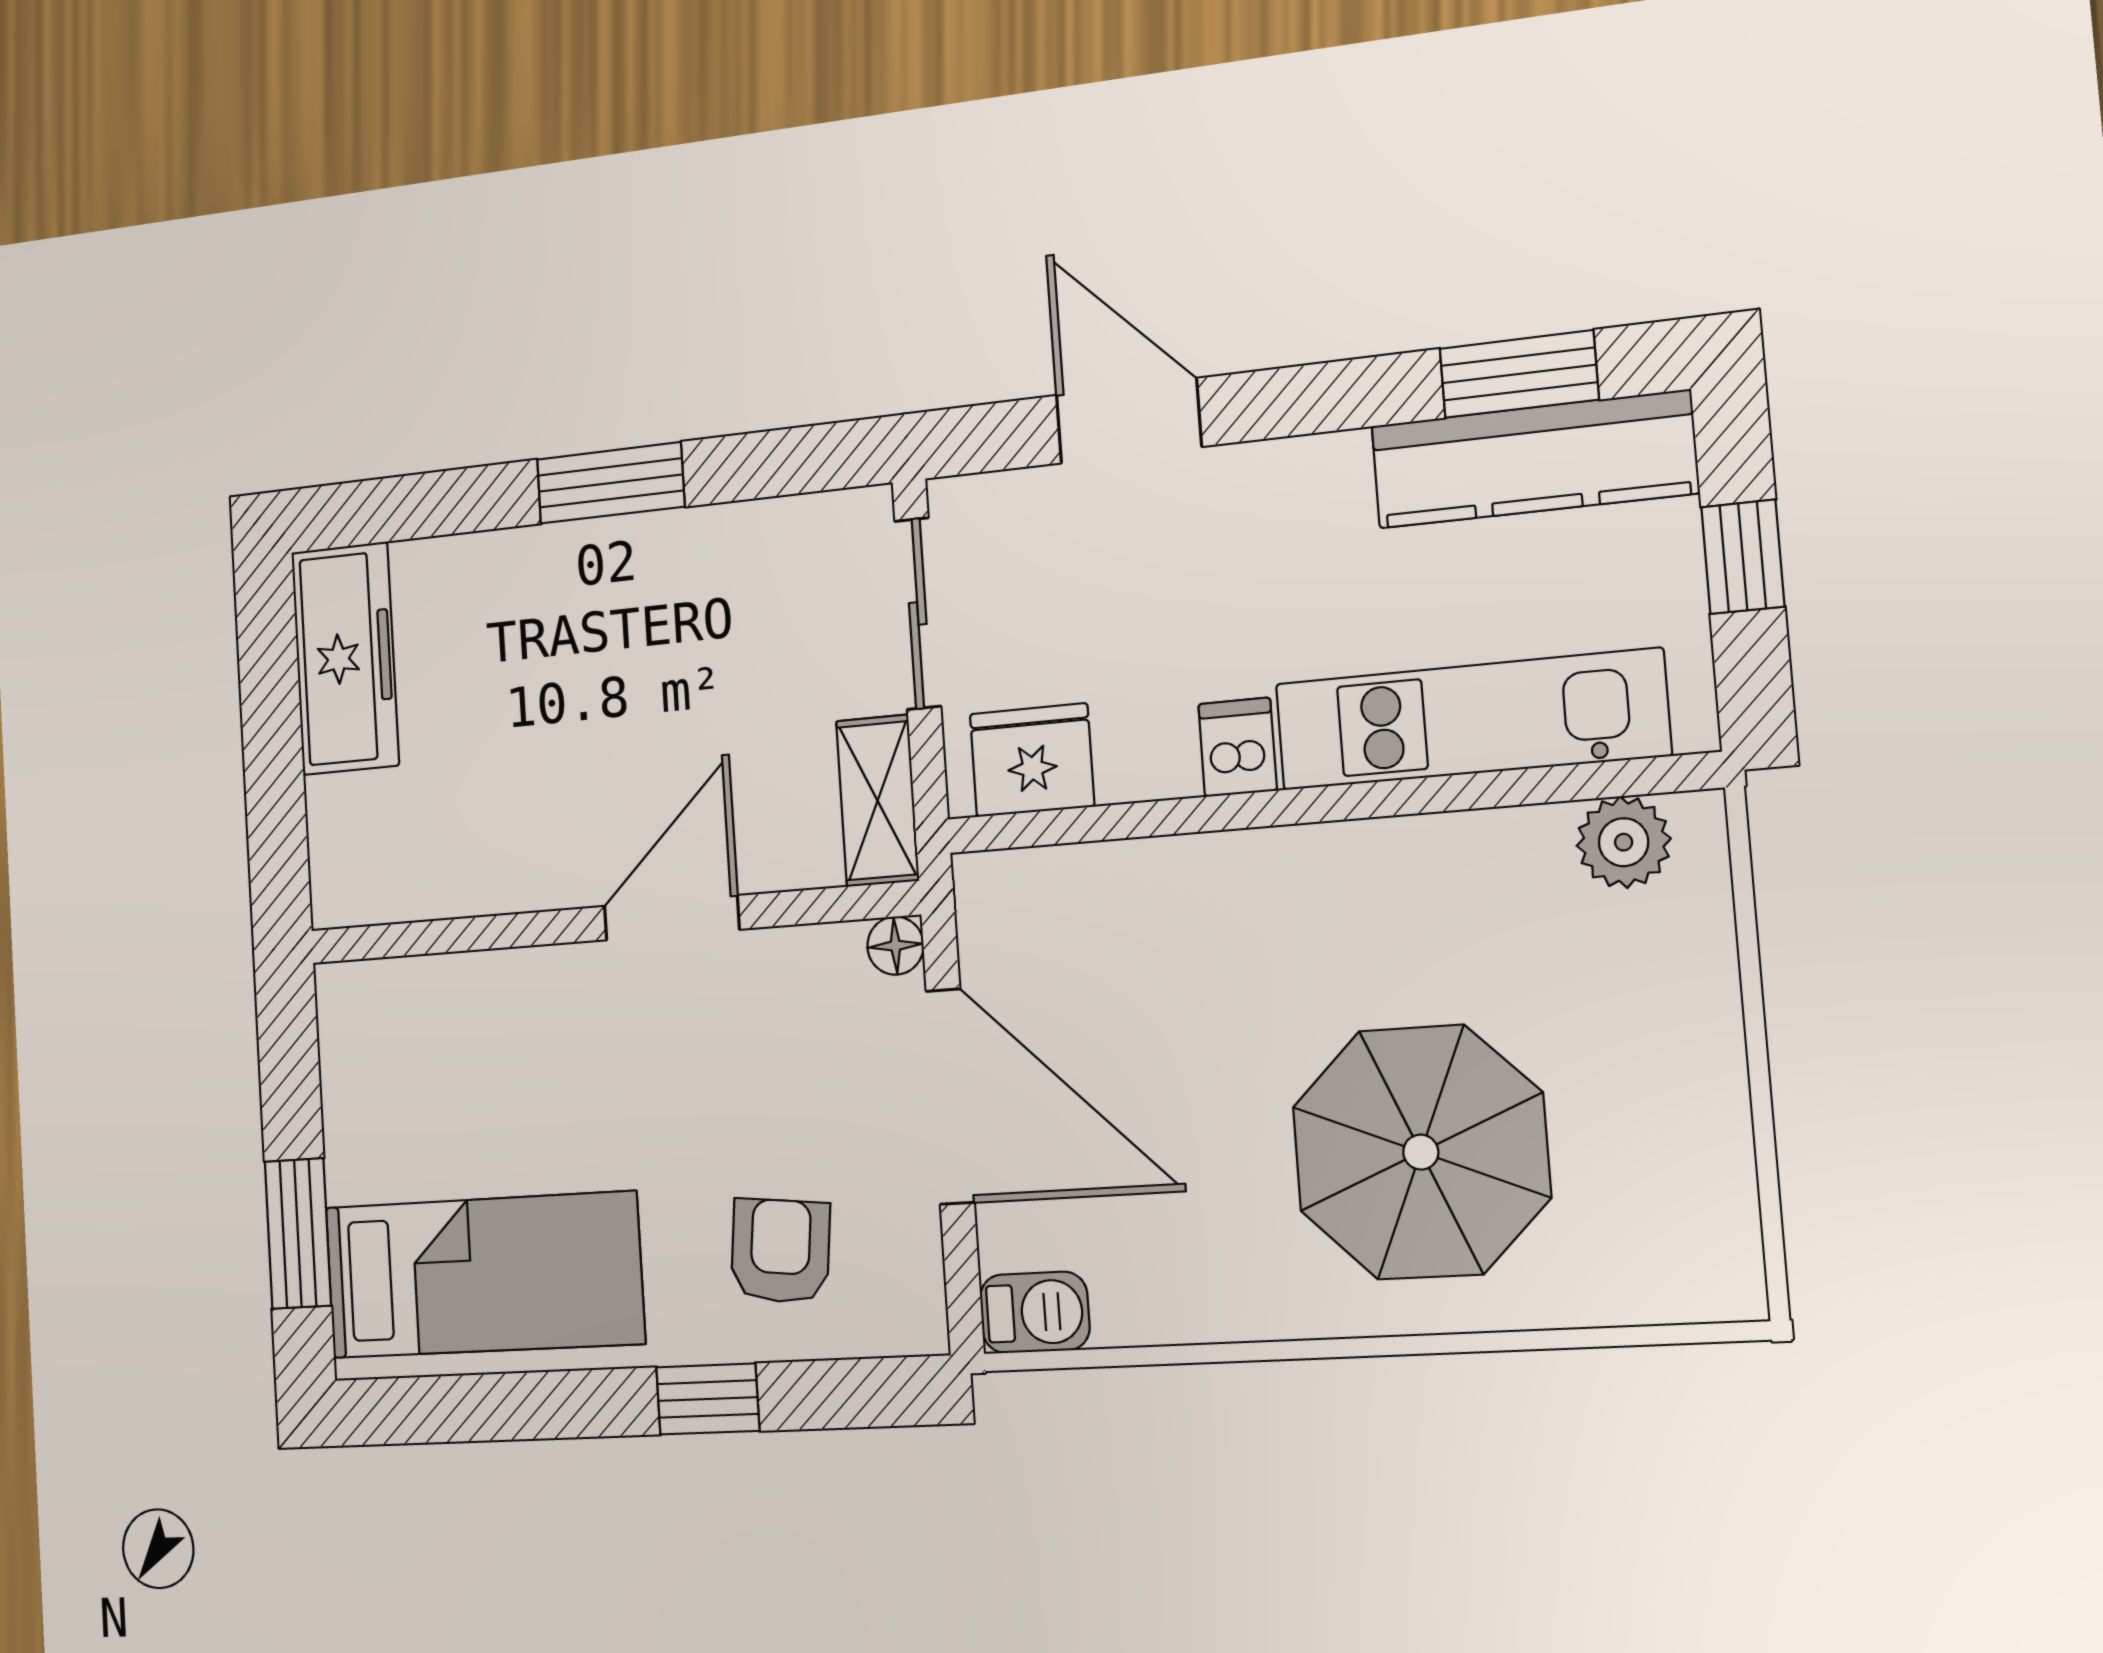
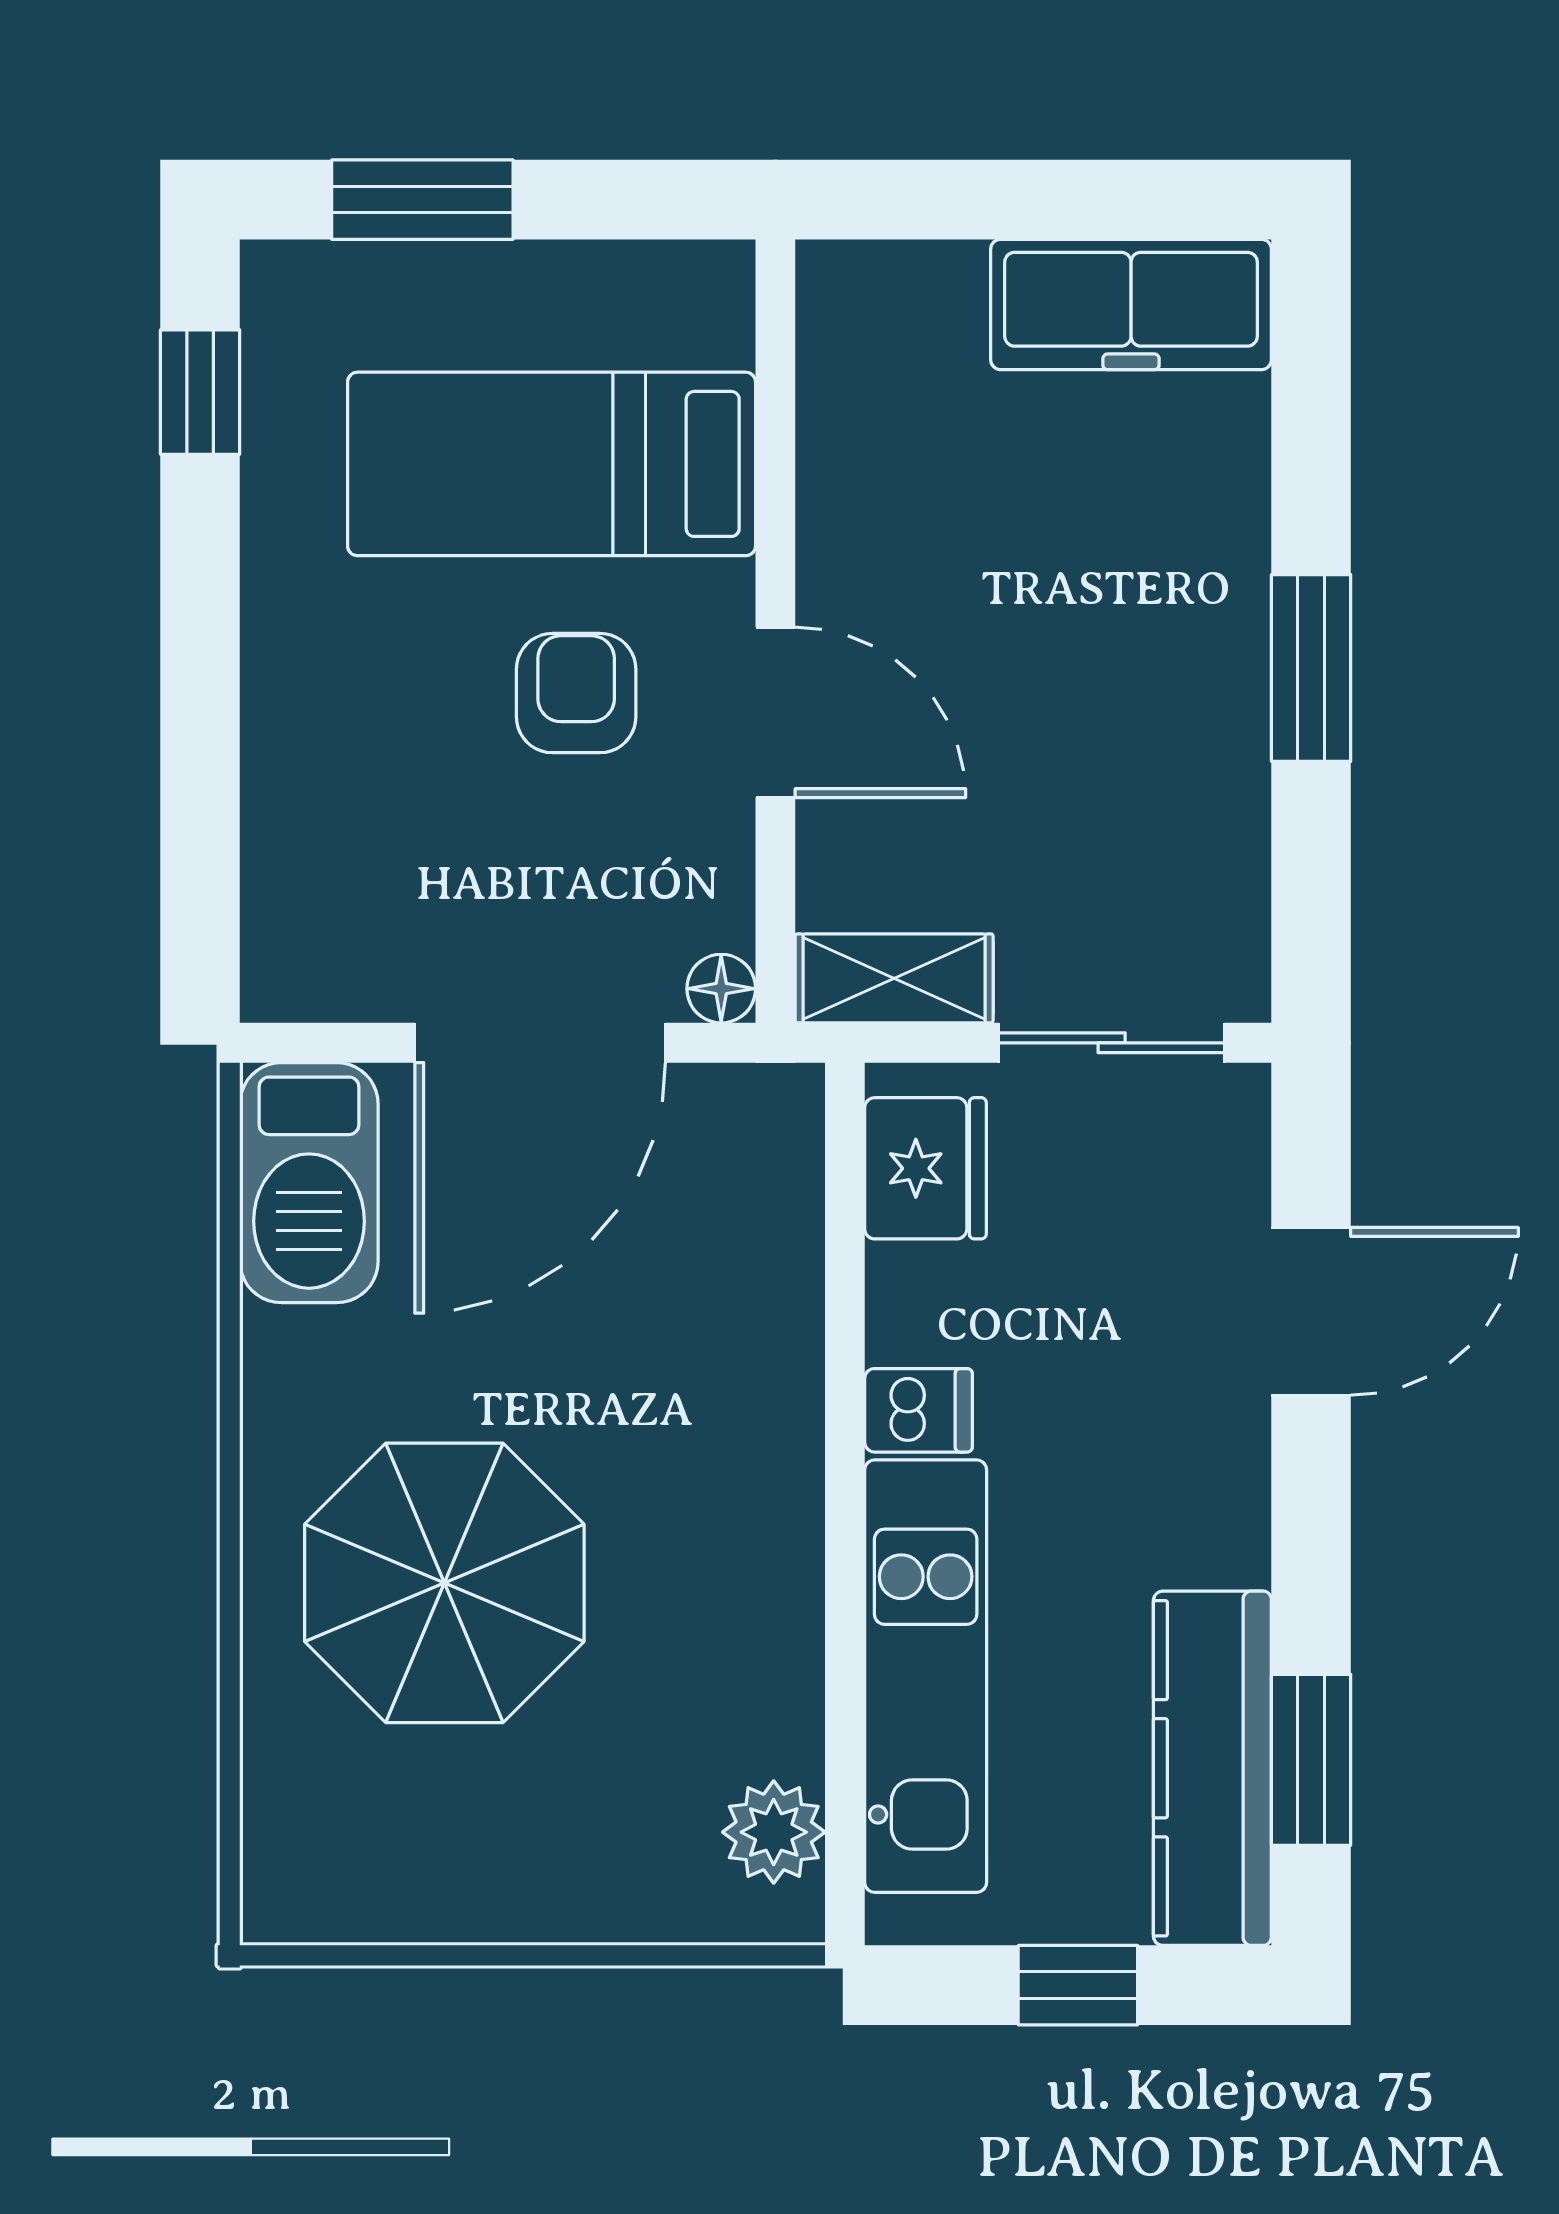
armchair: (780, 1251) -> (576, 693), moved, turned -96
bed: (483, 1275) -> (552, 464), moved, turned 90
barbecue: (1035, 1312) -> (309, 1183), width x1.88, depth x1.53
window: (708, 1399) -> (200, 392), moved

